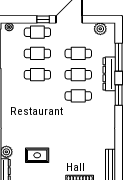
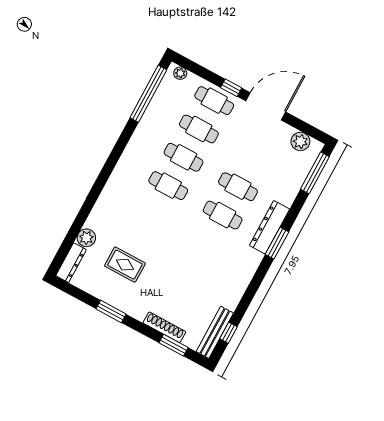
cafe table: (78, 53) -> (168, 186), moved
window: (119, 57) -> (315, 173), moved
dresser: (109, 74) -> (269, 227), moved
window: (119, 162) -> (229, 333), added

